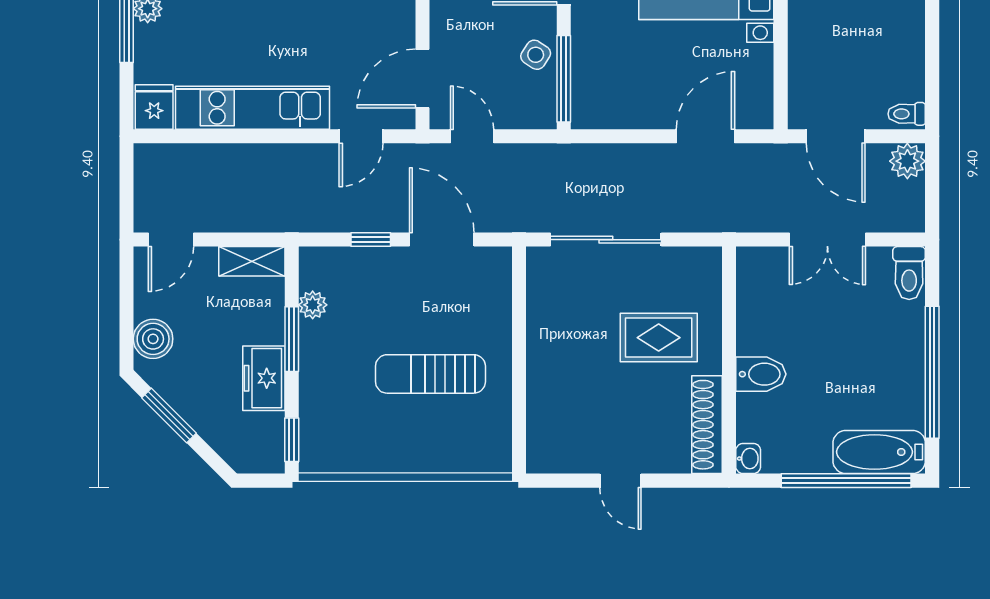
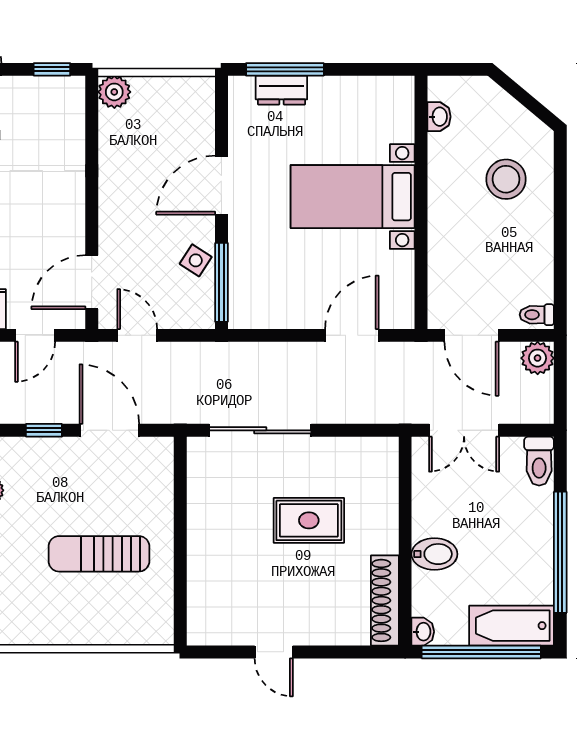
wall: (729, 360) -> (405, 541), moved
bidet: (761, 374) -> (434, 554), moved
shoe rack: (707, 425) -> (385, 600), moved
washbasin: (748, 459) -> (423, 632), moved

